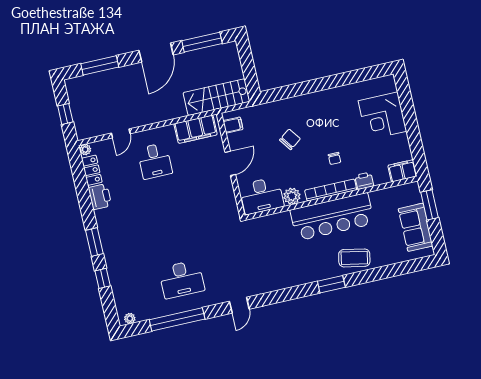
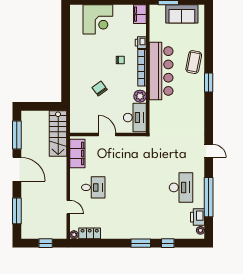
filing cabinet: (233, 125) -> (80, 126), removed
printer: (100, 197) -> (198, 217), moved, turned -90

